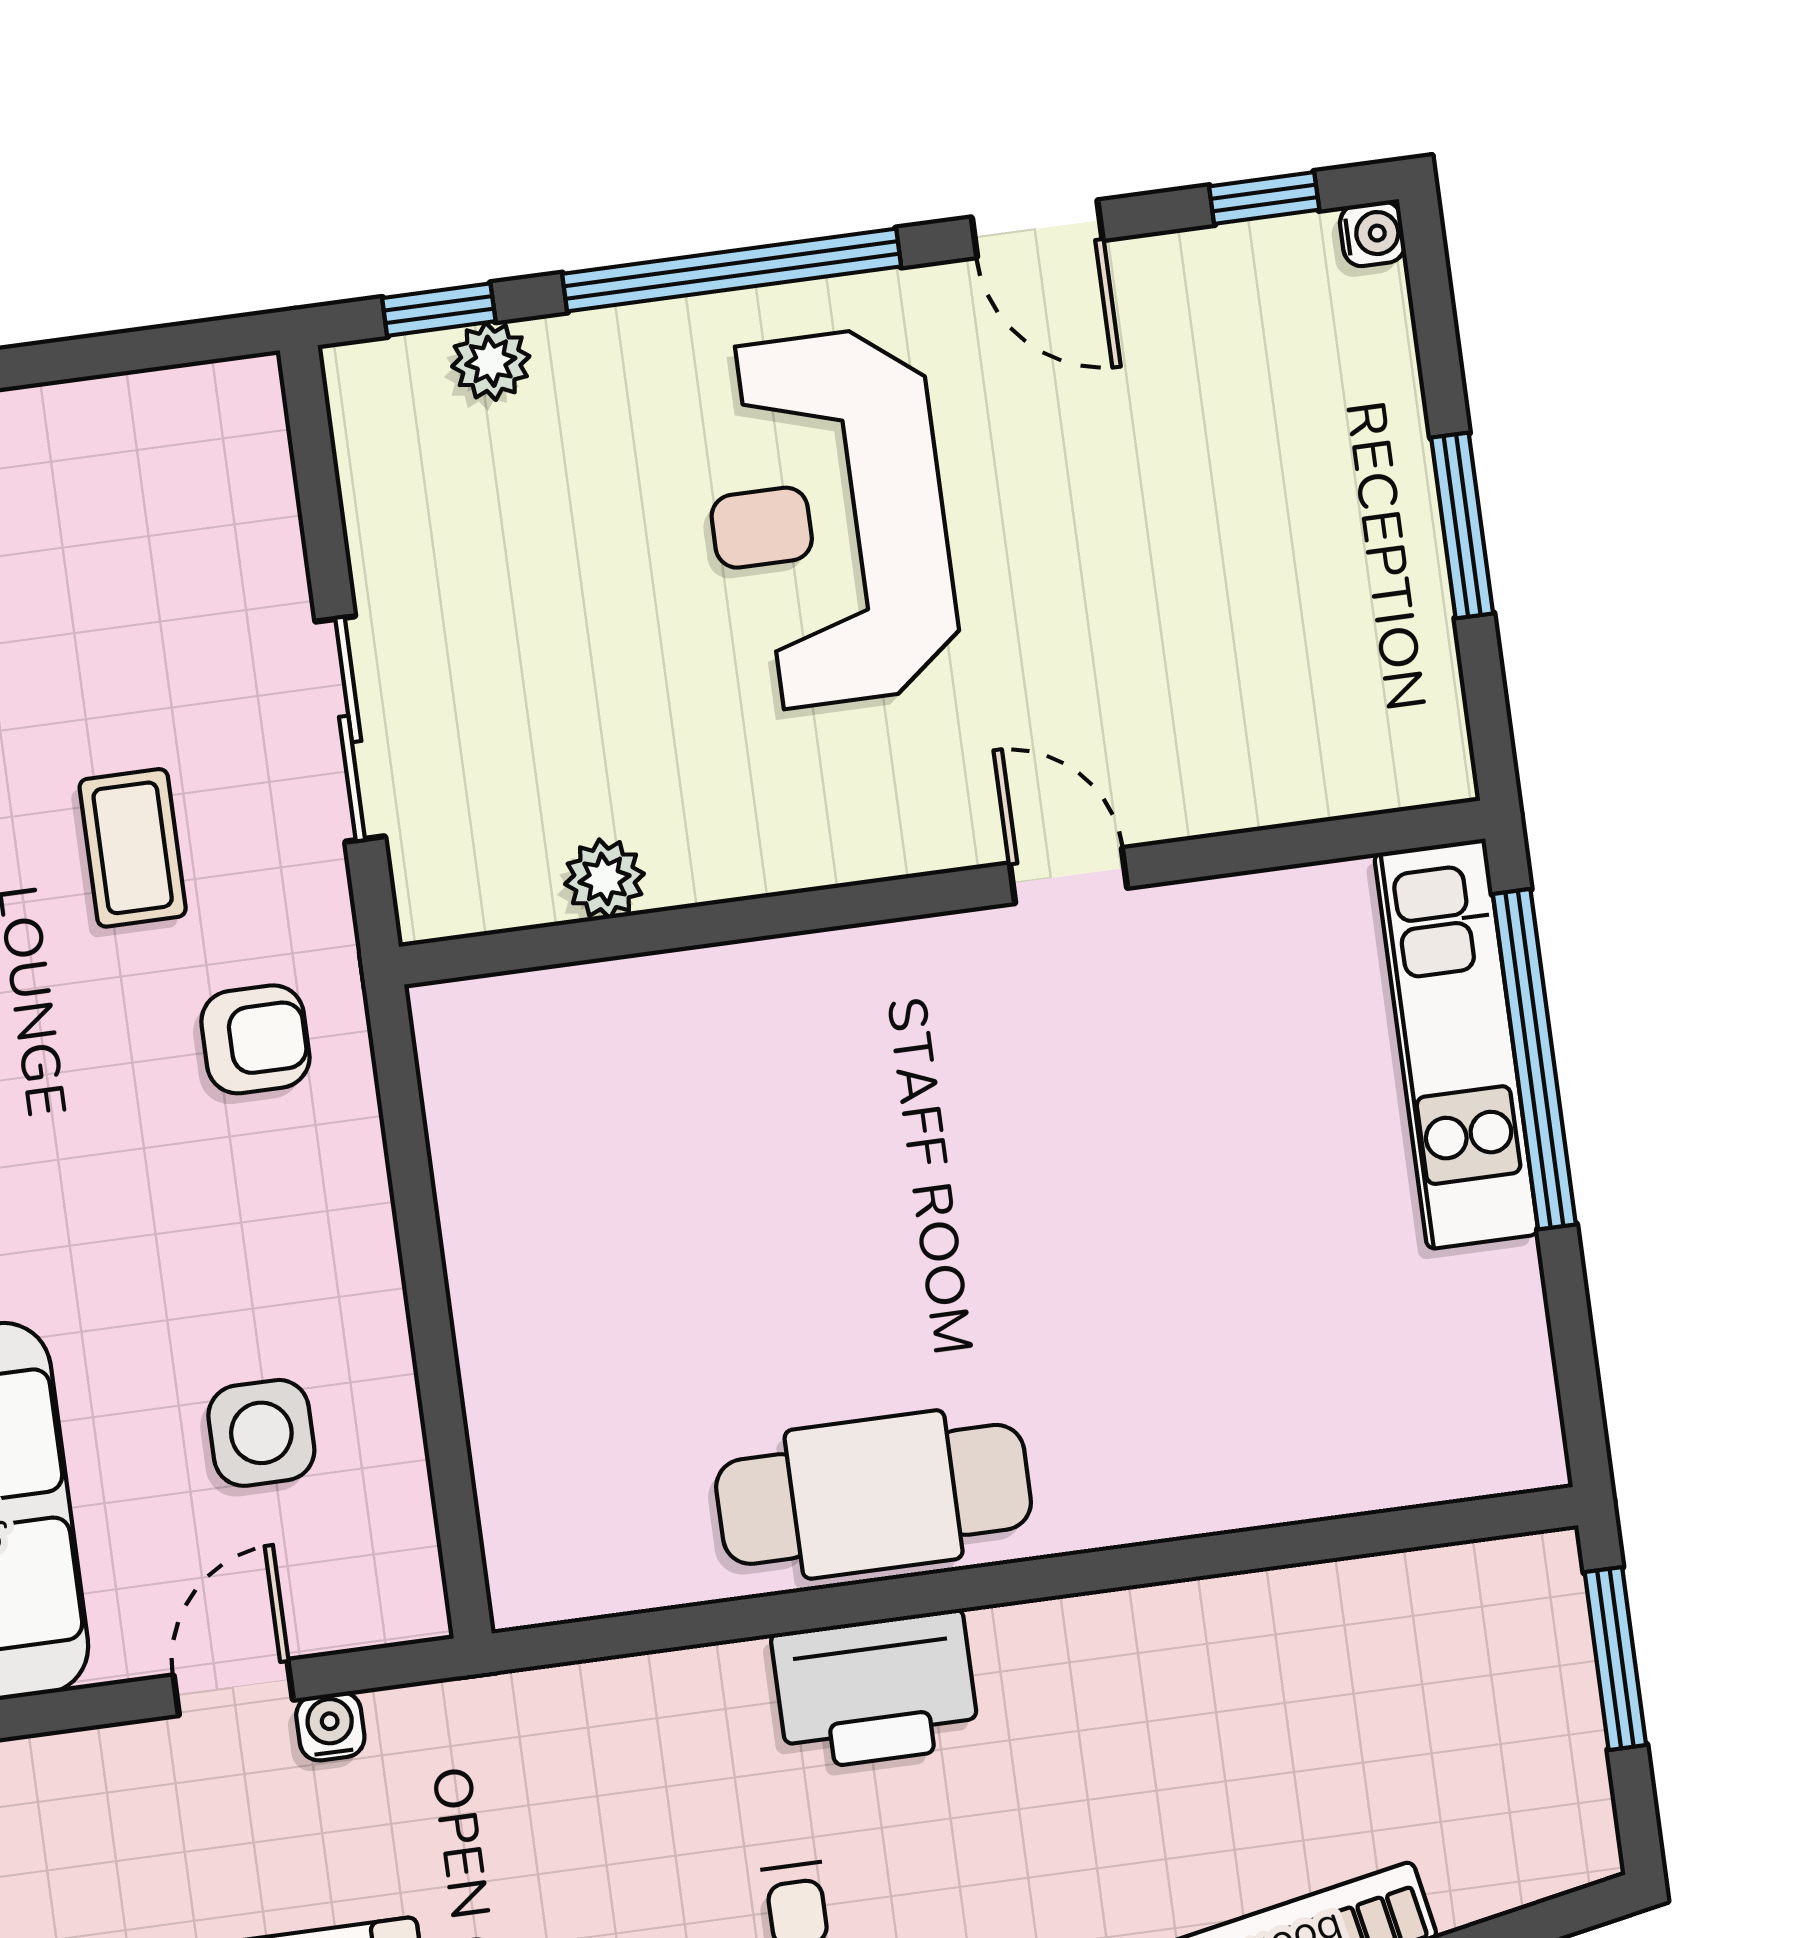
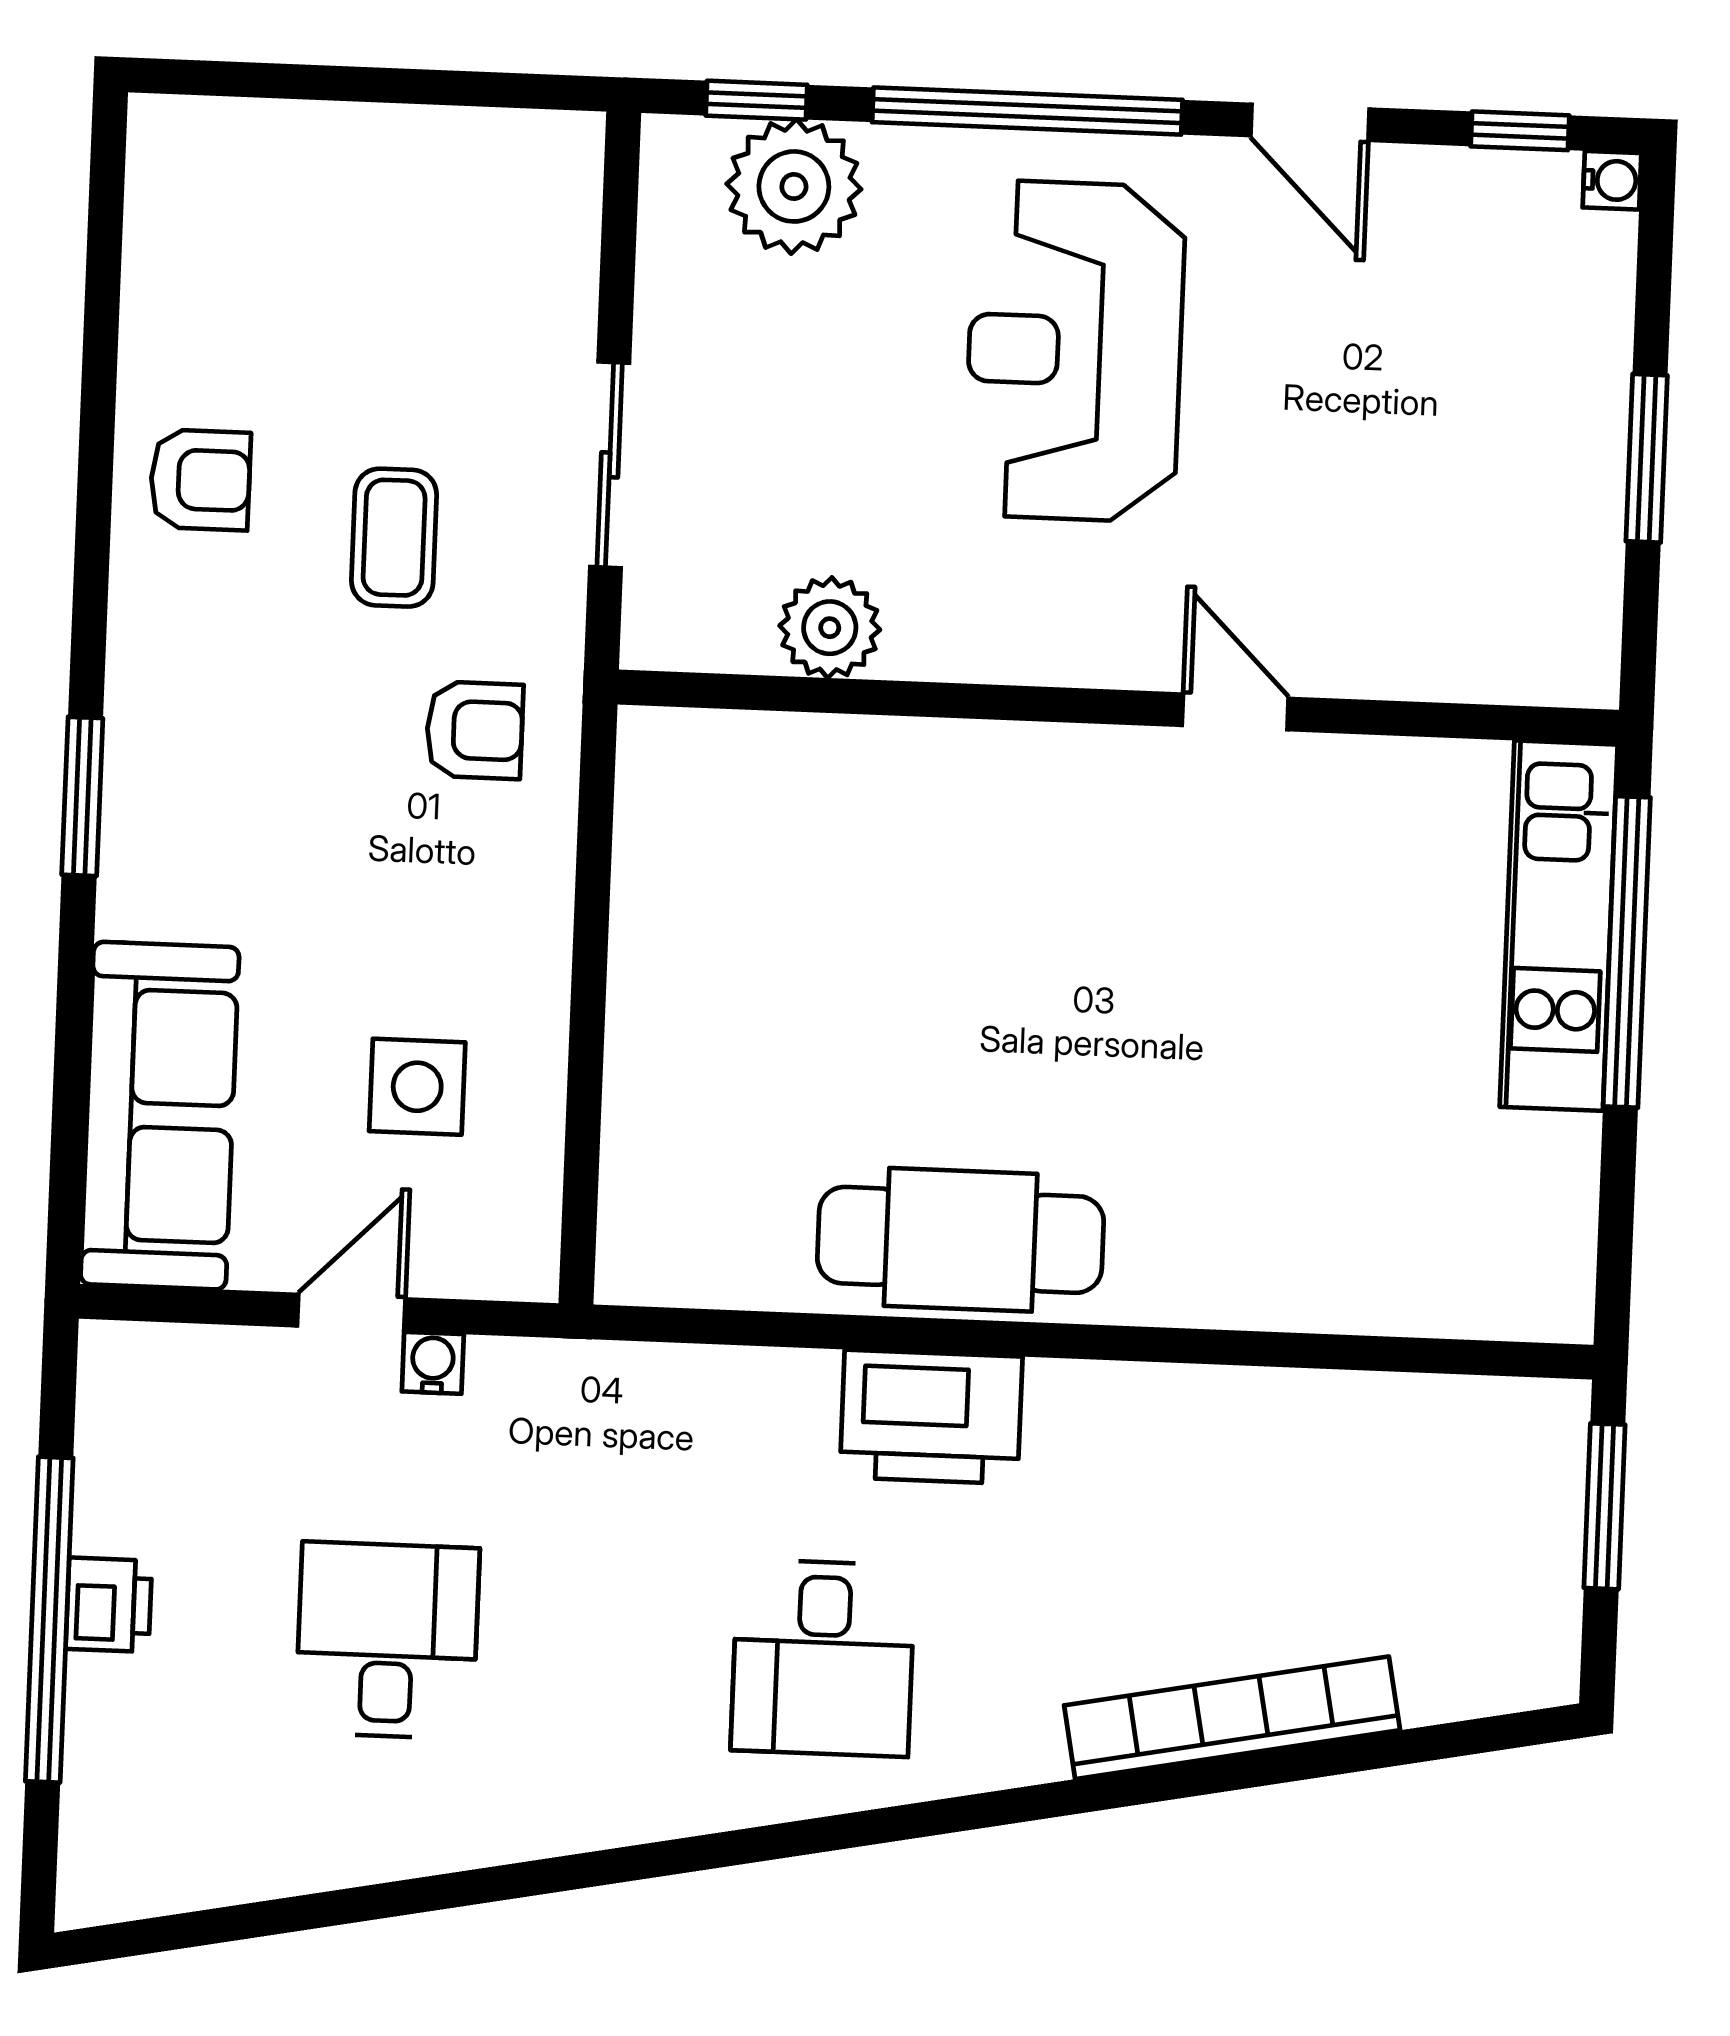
plant: (491, 361) -> (794, 186), width x1.88, depth x1.88
plant: (604, 879) -> (830, 628), width x1.38, depth x1.38

